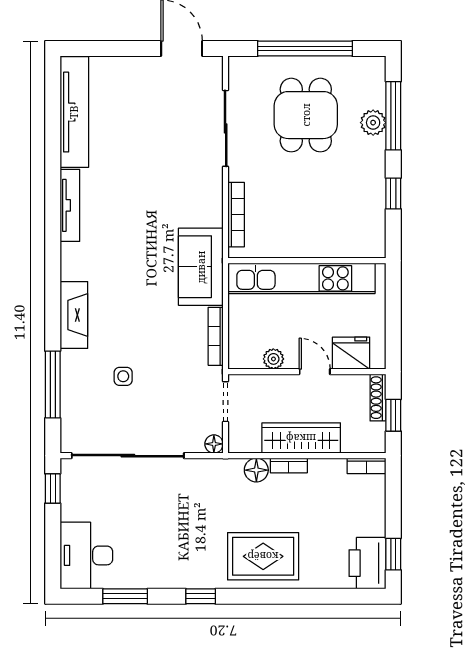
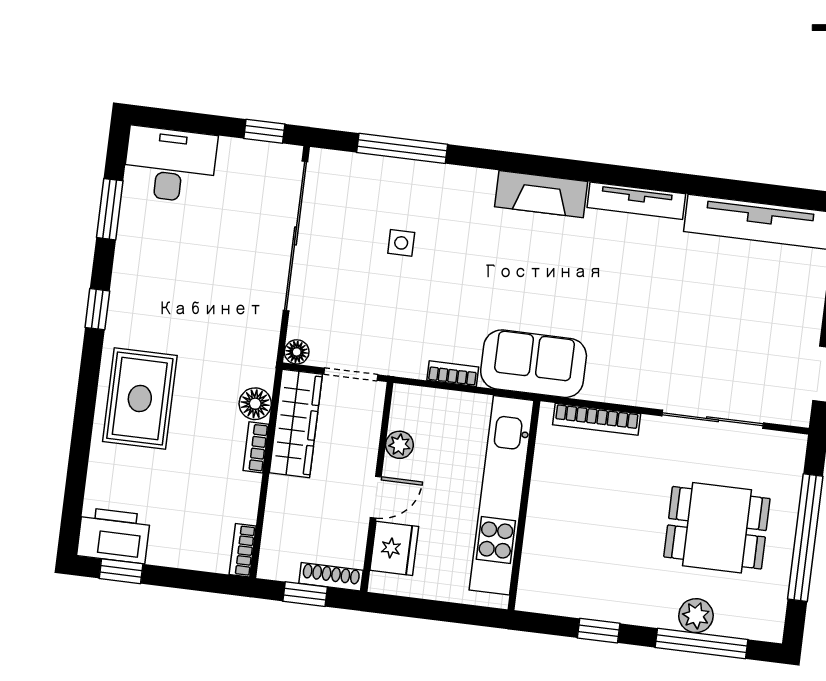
fireplace: (74, 315) -> (541, 194), moved
bookcase: (216, 336) -> (453, 374), width x0.64
wardrobe: (301, 438) -> (296, 423), moved

